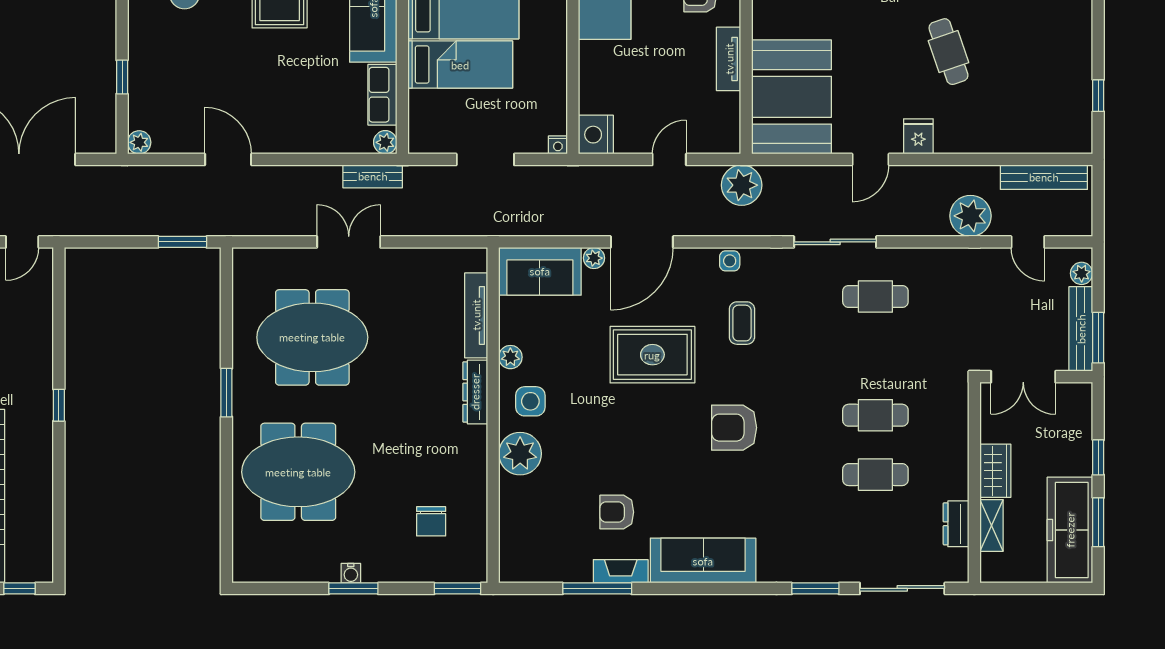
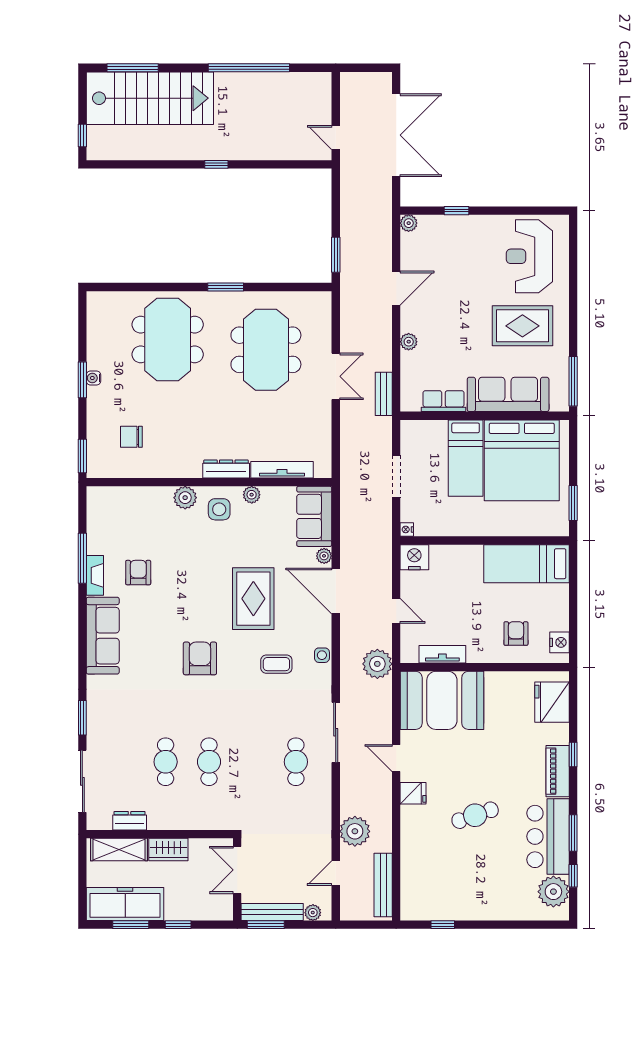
tv unit: (729, 59) -> (442, 654), moved
plant: (385, 142) -> (409, 342), moved
plant: (520, 454) -> (185, 498), width x0.73, depth x0.73
shelving: (992, 525) -> (119, 850), width x1.50, depth x1.33

